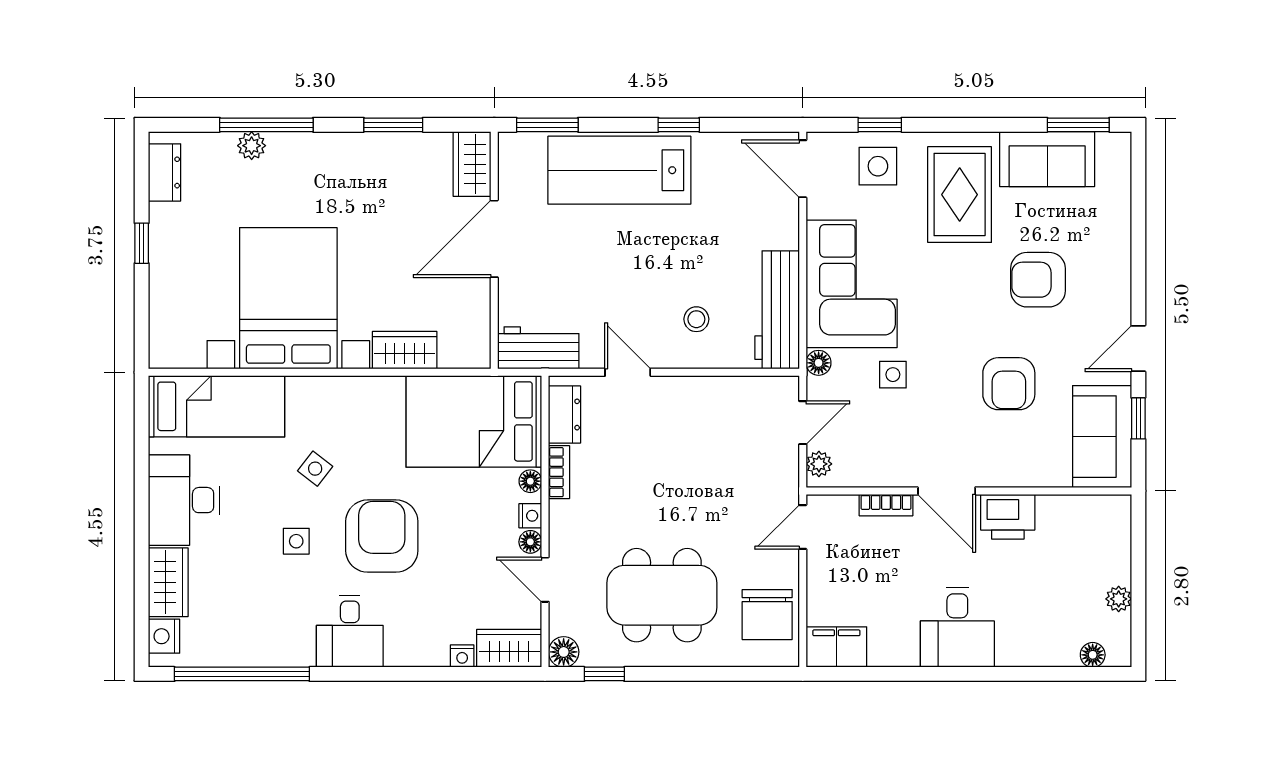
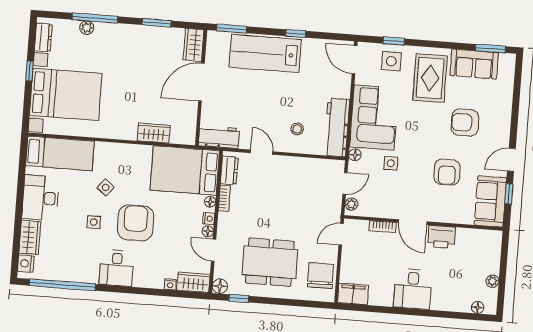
bed with nightstands: (288, 298) -> (66, 94), moved, turned 90
chair: (767, 615) -> (321, 276), turned 180

